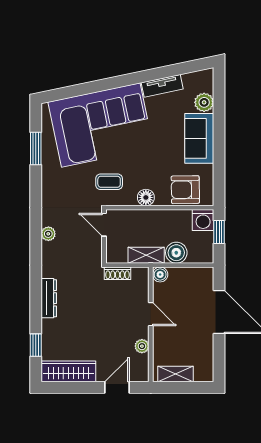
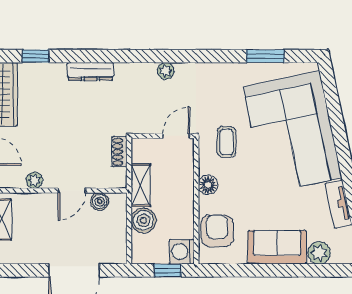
boiler: (160, 274) -> (100, 202), moved

